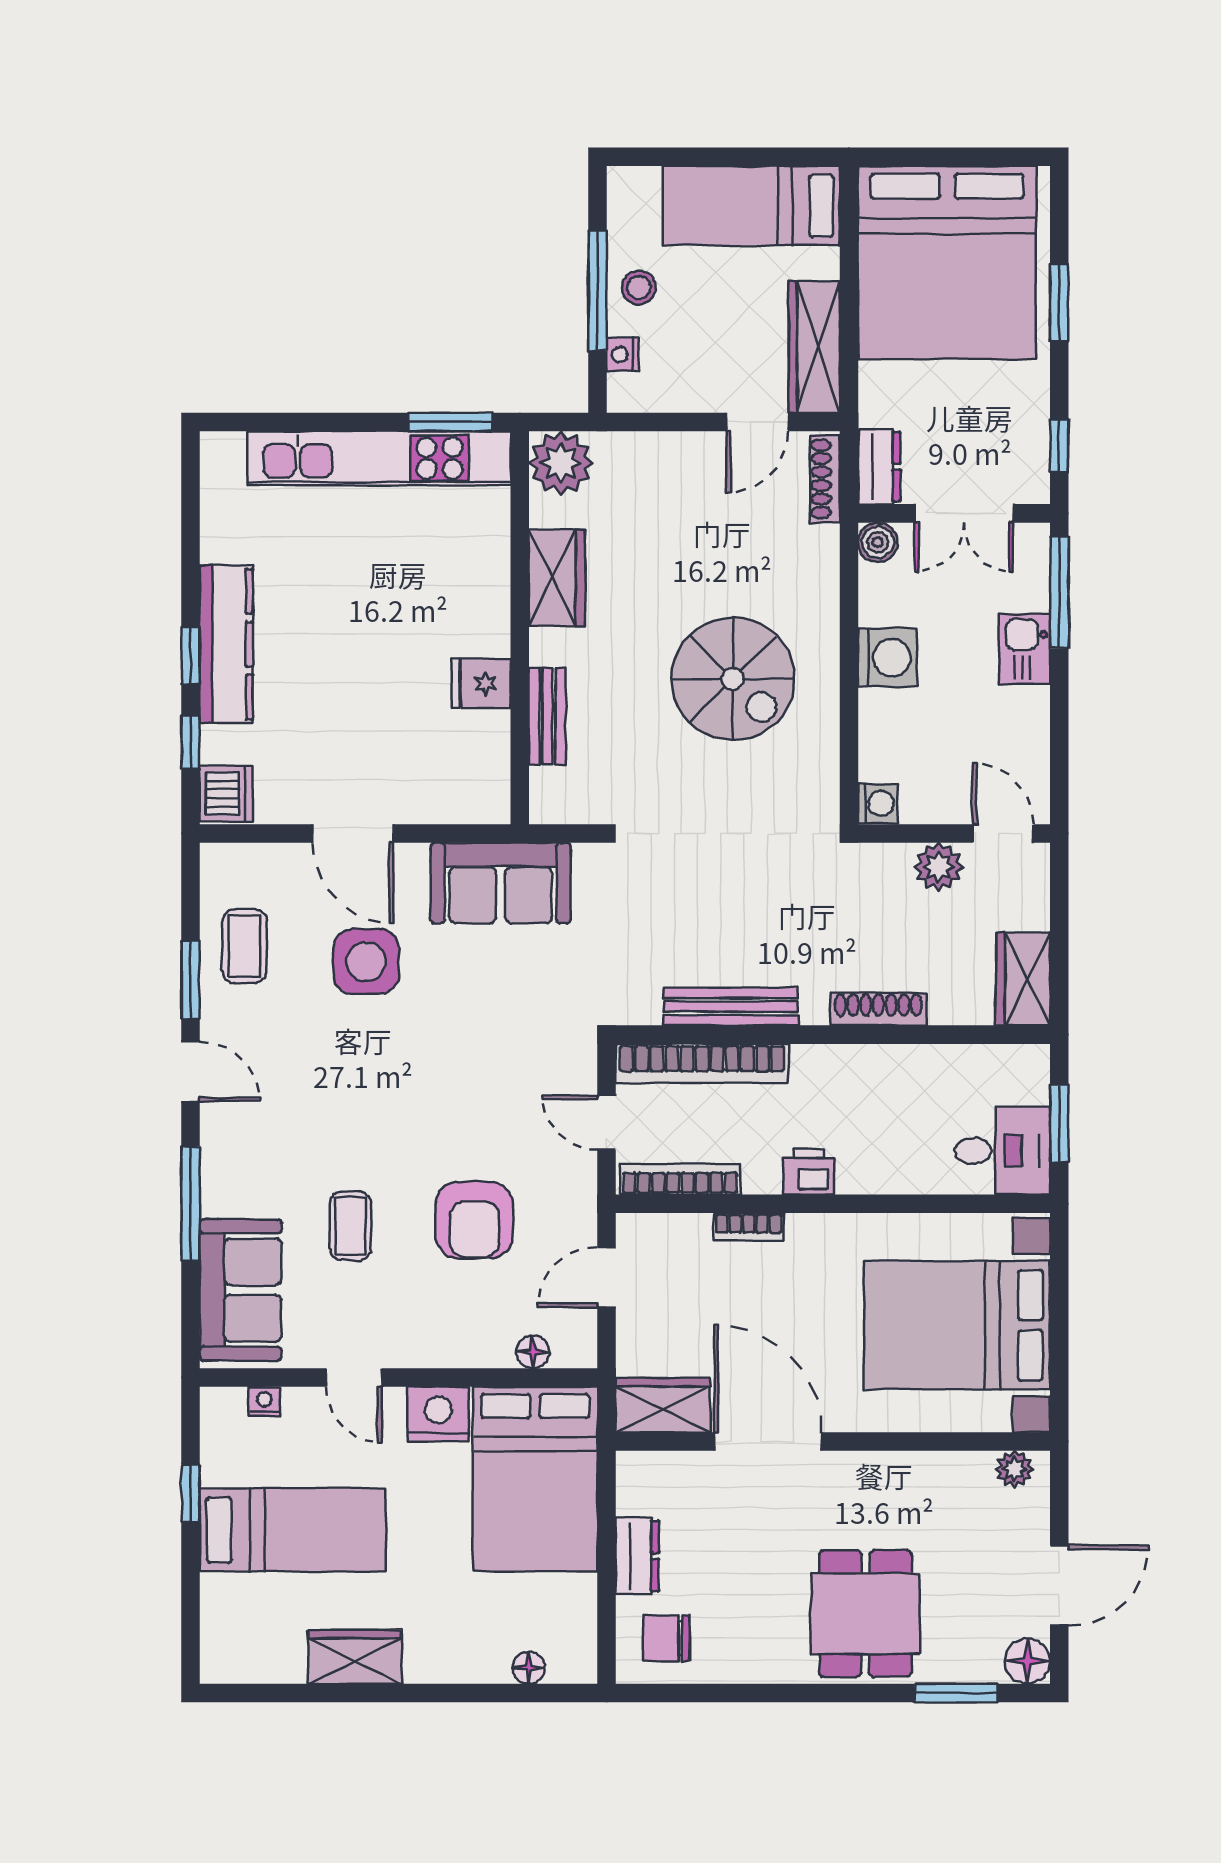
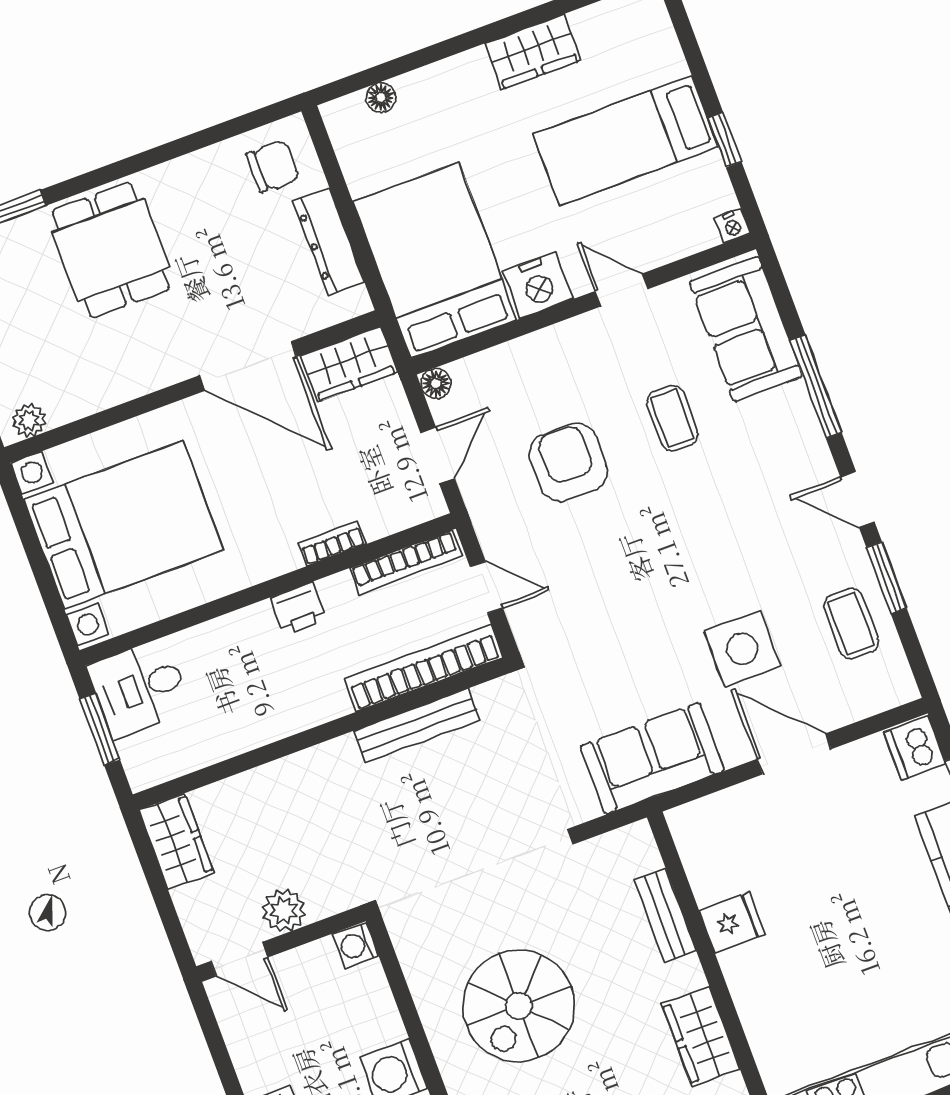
spiral stairs: (733, 679) -> (519, 1006), turned -90
shoe rack: (878, 1009) -> (290, 770), removed
floor lamp: (533, 1352) -> (436, 384), moved
nightstand: (264, 1401) -> (732, 226), moved
dresser: (637, 1556) -> (329, 242), width x1.44

